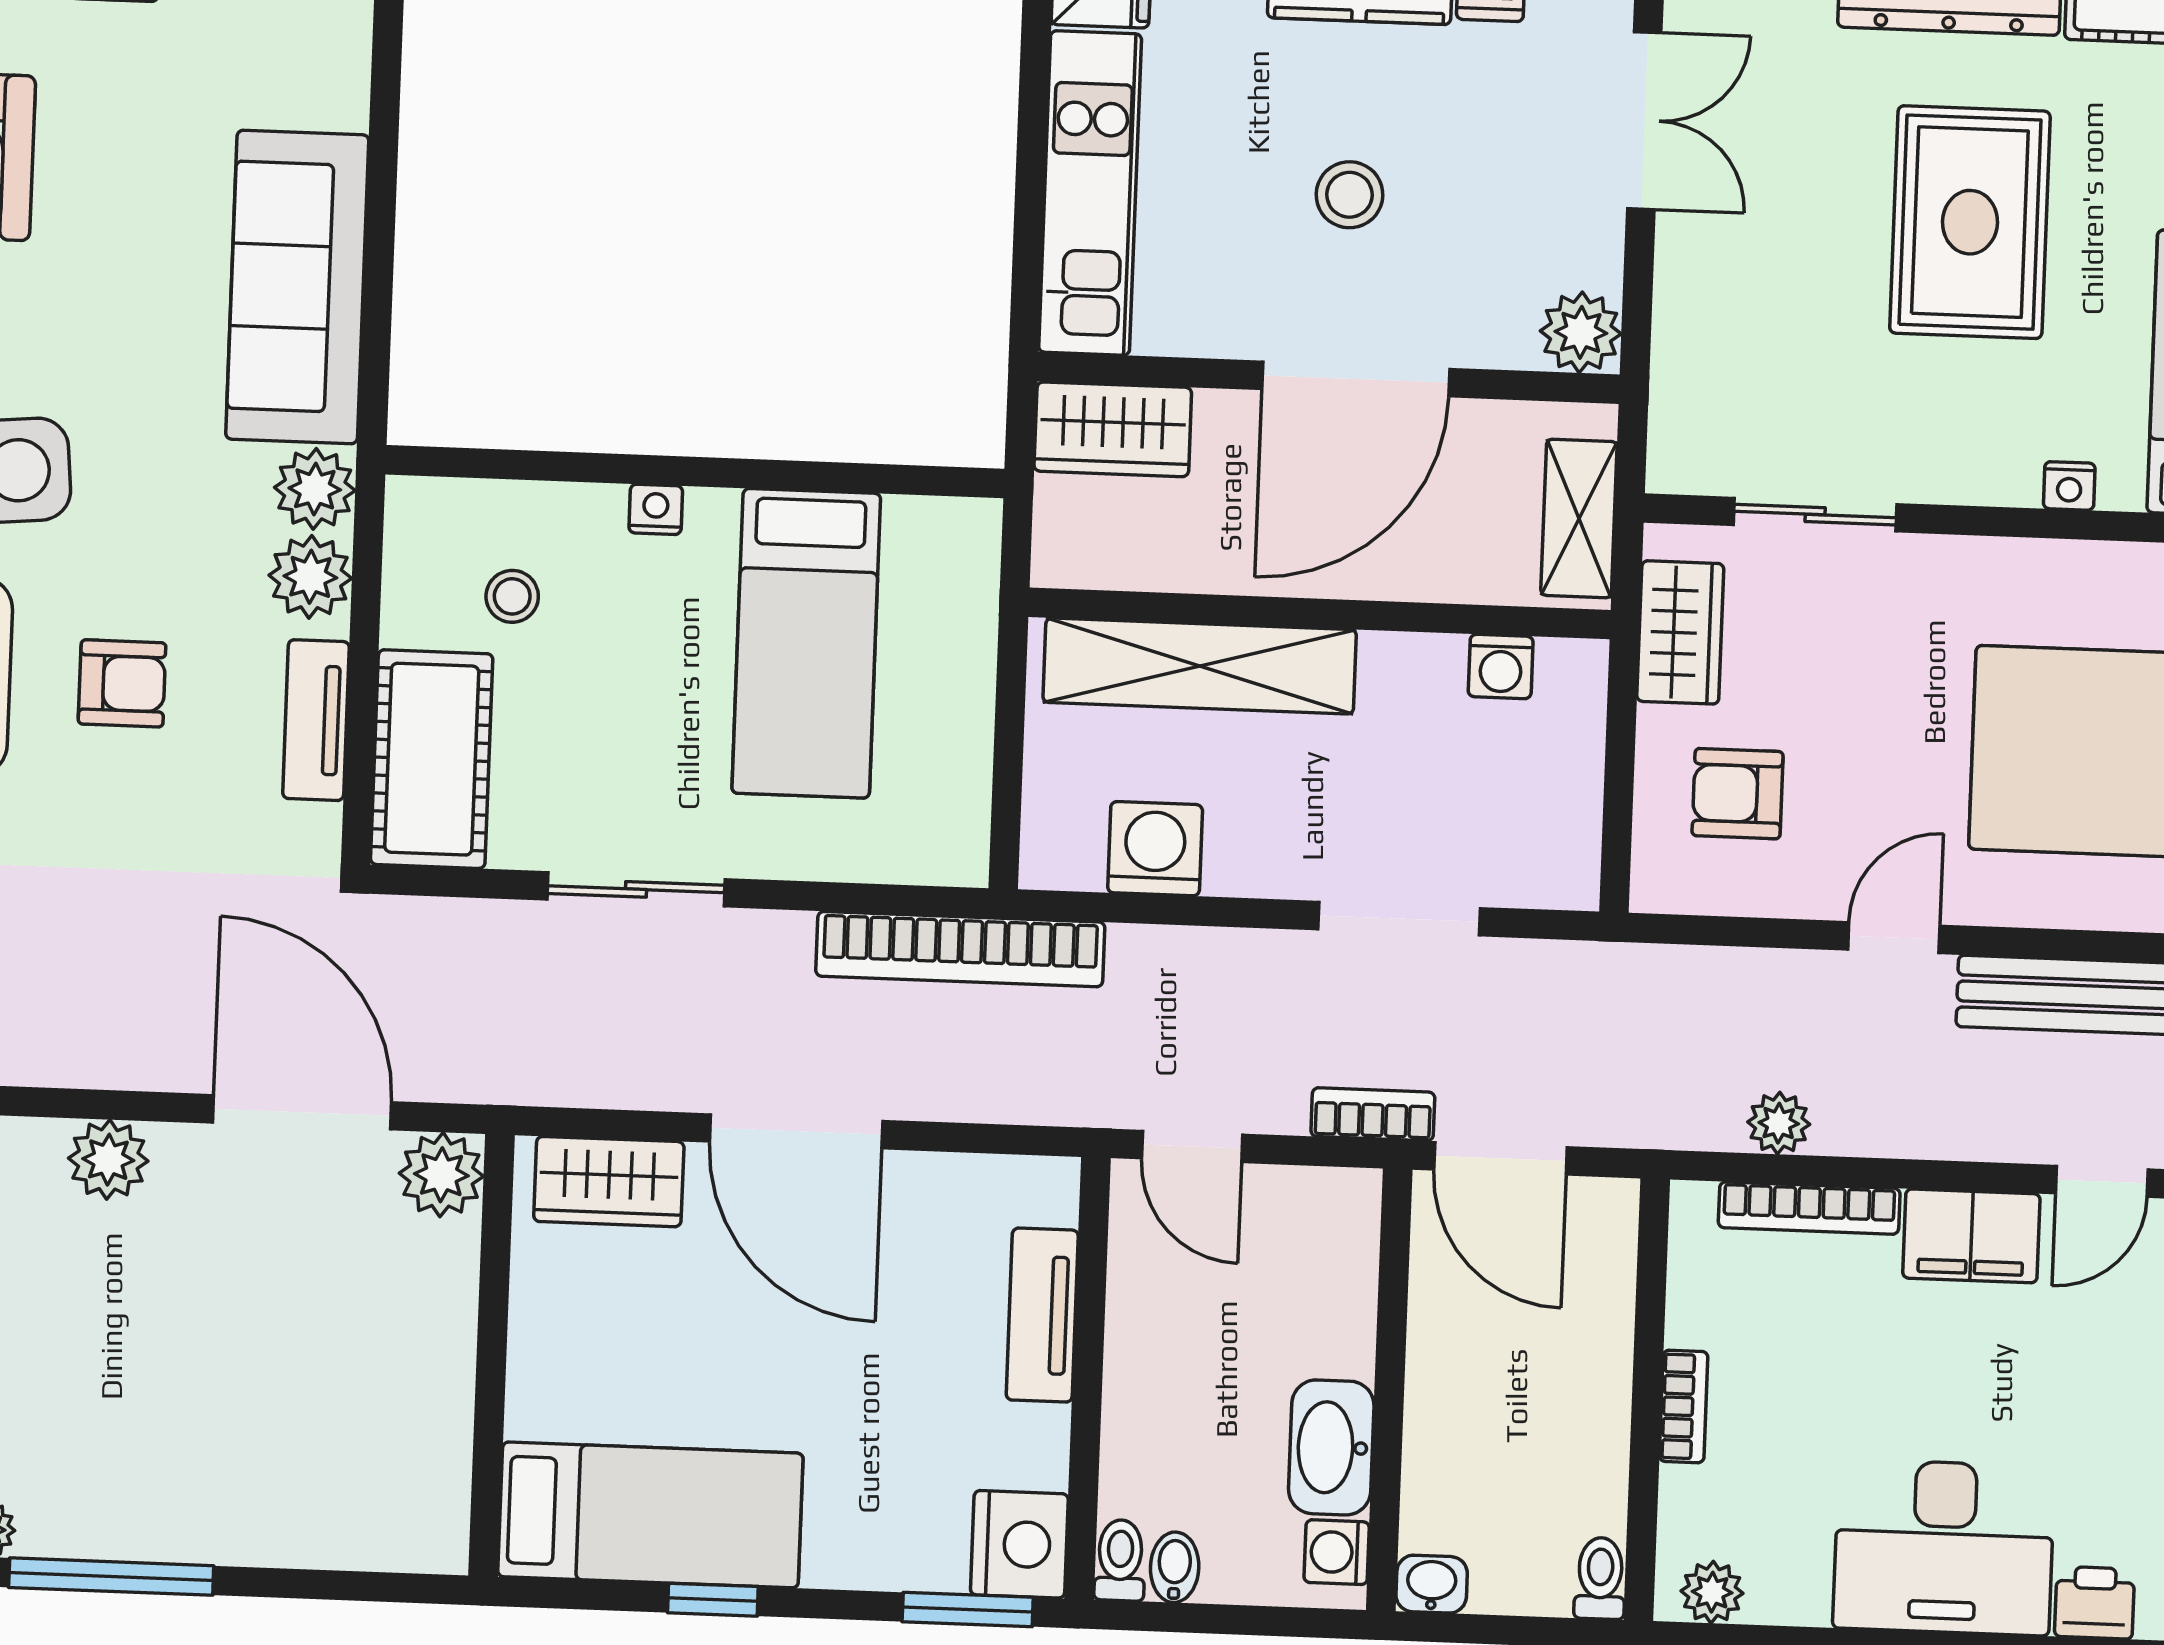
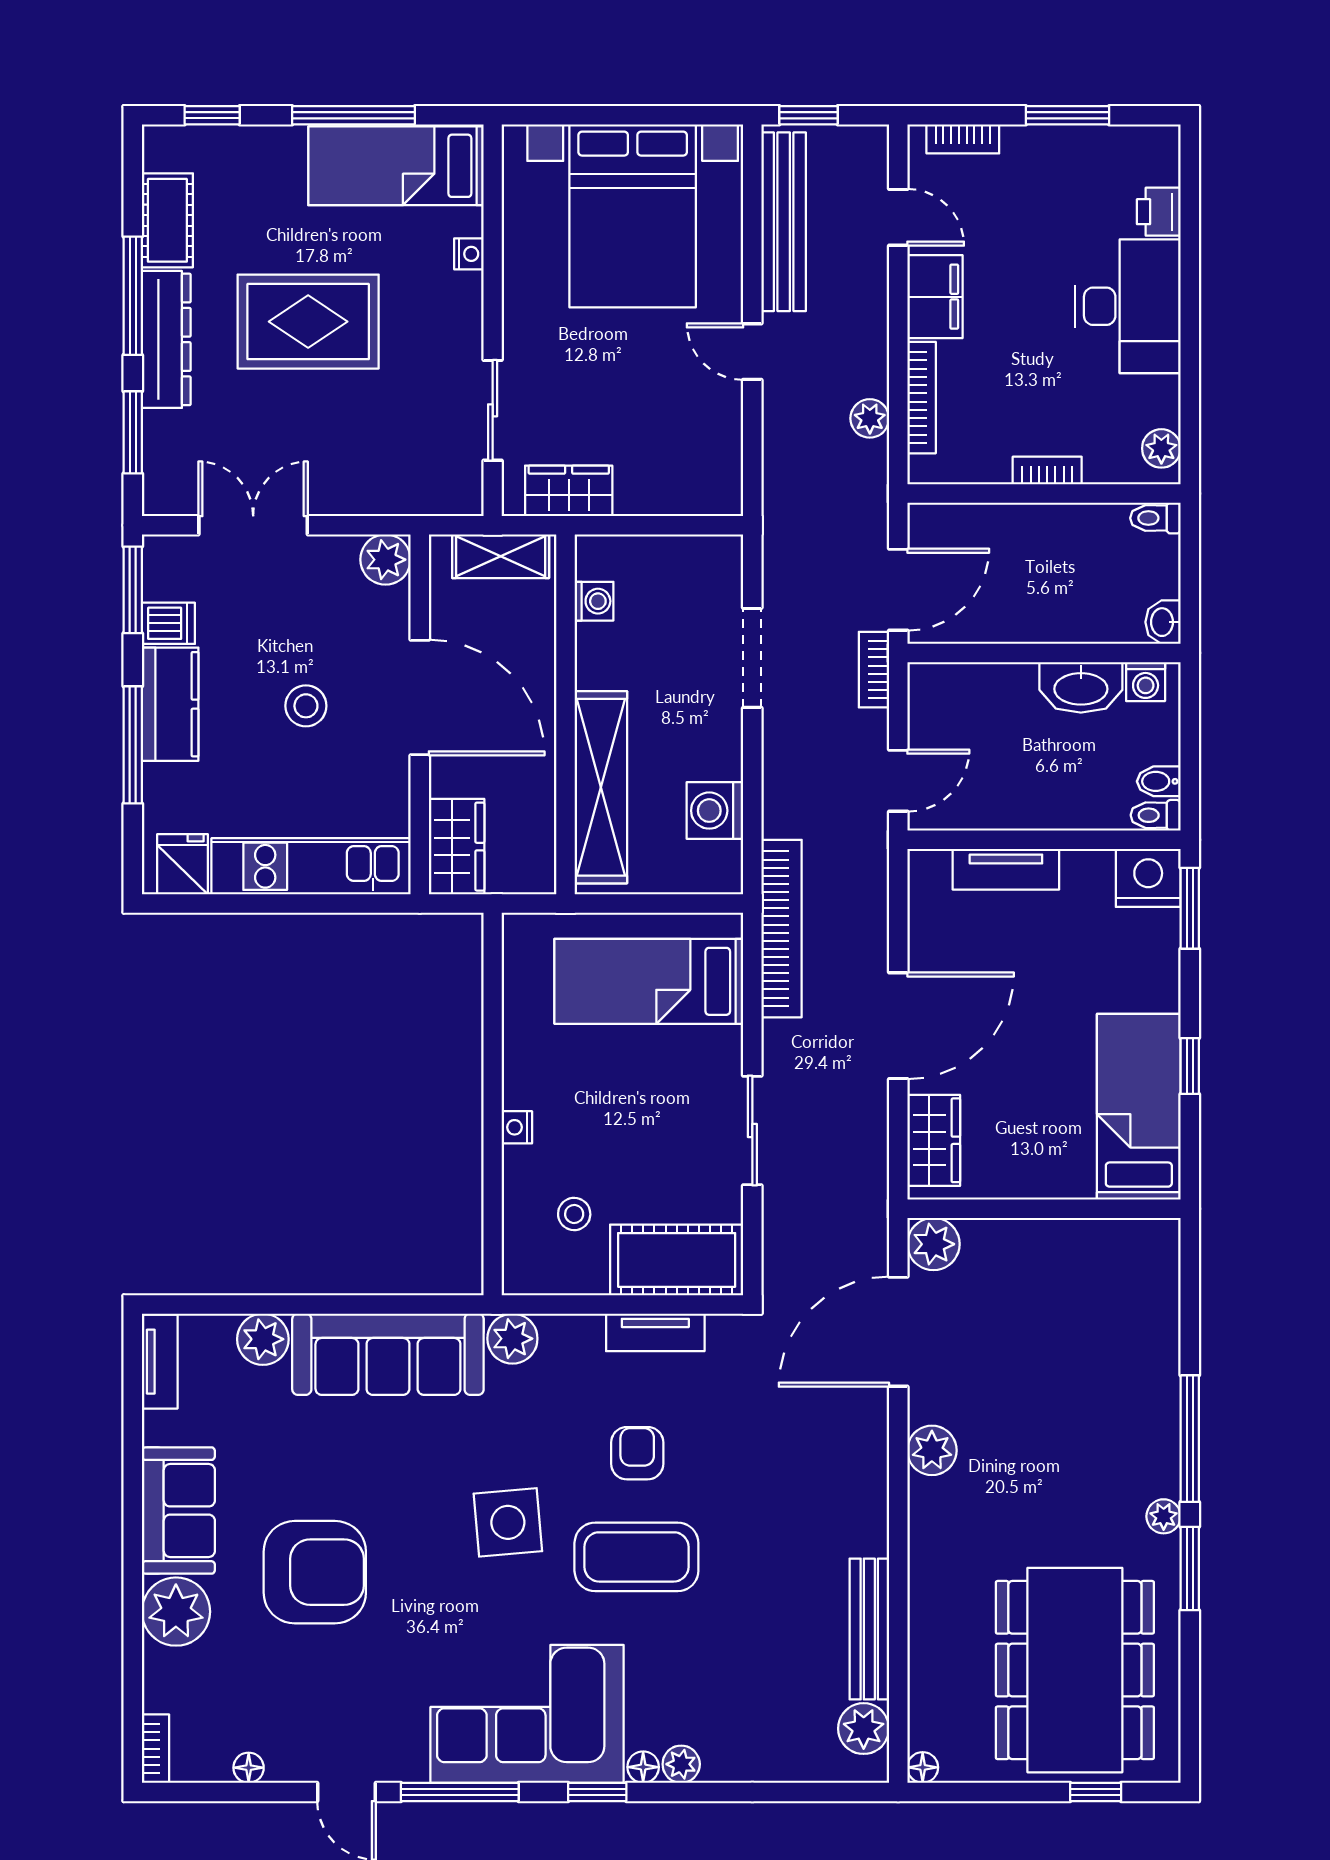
plant: (310, 577) -> (263, 1339), moved
bed: (806, 643) -> (649, 981), moved, turned 180
armchair: (1738, 794) -> (667, 452), removed

